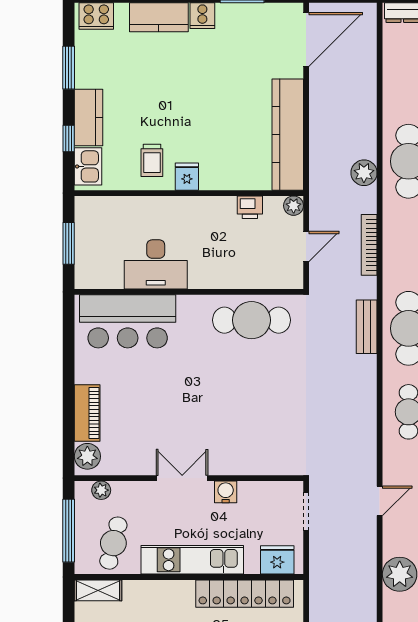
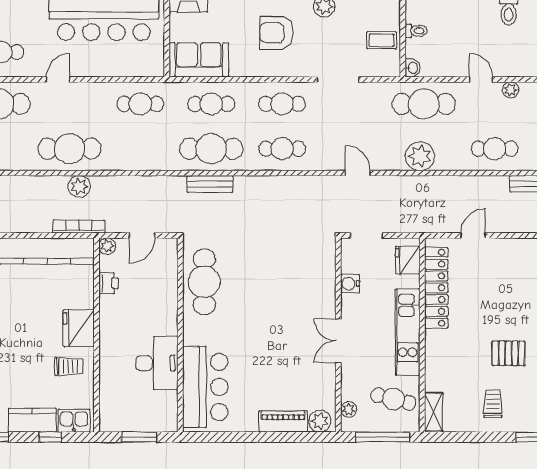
fridge: (187, 177) -> (79, 328), width x1.88, depth x1.34
bookcase: (369, 245) -> (79, 227), moved, turned 180
door: (306, 247) -> (142, 236), swing flipped
water cooler: (226, 492) -> (350, 284), moved

